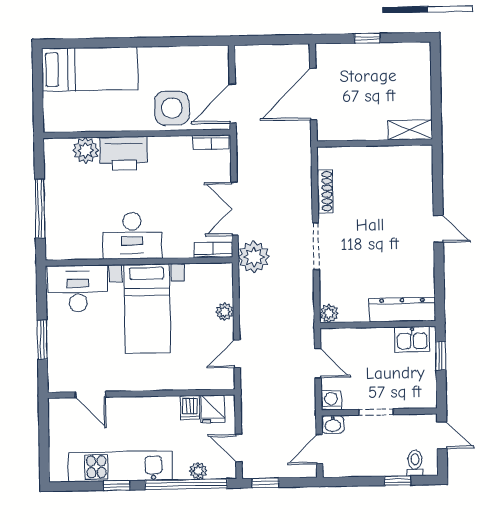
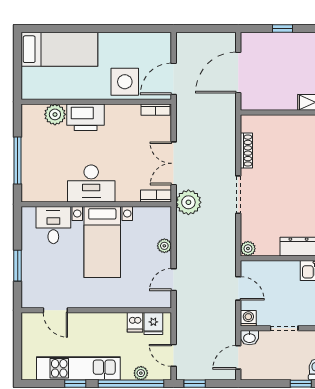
desk: (78, 288) -> (53, 225), width x0.73

